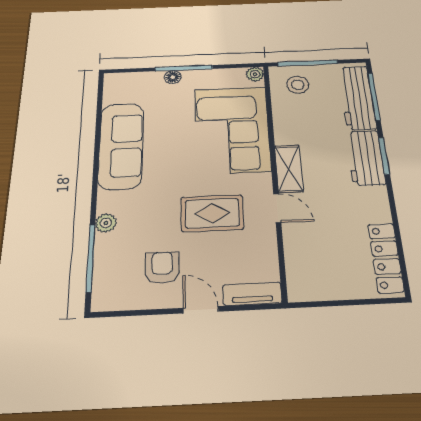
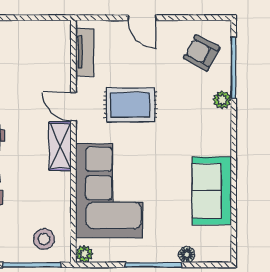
floor lamp: (173, 77) -> (187, 255), moved
sofa: (121, 145) -> (212, 191), width x0.73
armchair: (162, 268) -> (202, 53), moved, turned 118
tv unit: (252, 294) -> (85, 52), moved, turned -90

